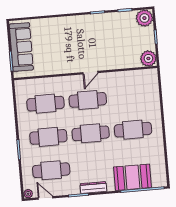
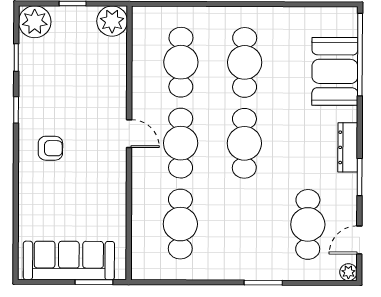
armchair: (79, 32) -> (50, 148), added
cafe table: (48, 137) -> (181, 62), moved

